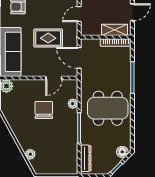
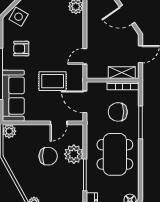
chair: (111, 68) -> (118, 112), added
plant: (73, 104) -> (74, 154), width x1.88, depth x1.88
dining table: (108, 108) -> (115, 154), turned 90
chair: (44, 110) -> (48, 156), turned 90

